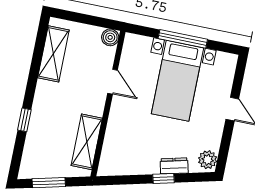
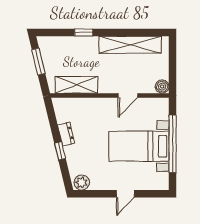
window: (183, 39) -> (173, 144), width x1.46
shelving: (53, 54) -> (130, 45), width x1.47
dresser: (174, 166) -> (66, 134), moved

